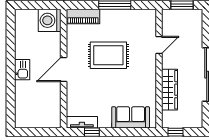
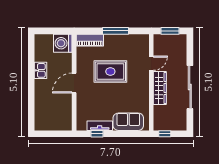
kitchen sink: (22, 70) -> (41, 70), moved
wardrobe: (169, 90) -> (160, 88), moved
tv unit: (82, 122) -> (100, 126), moved

